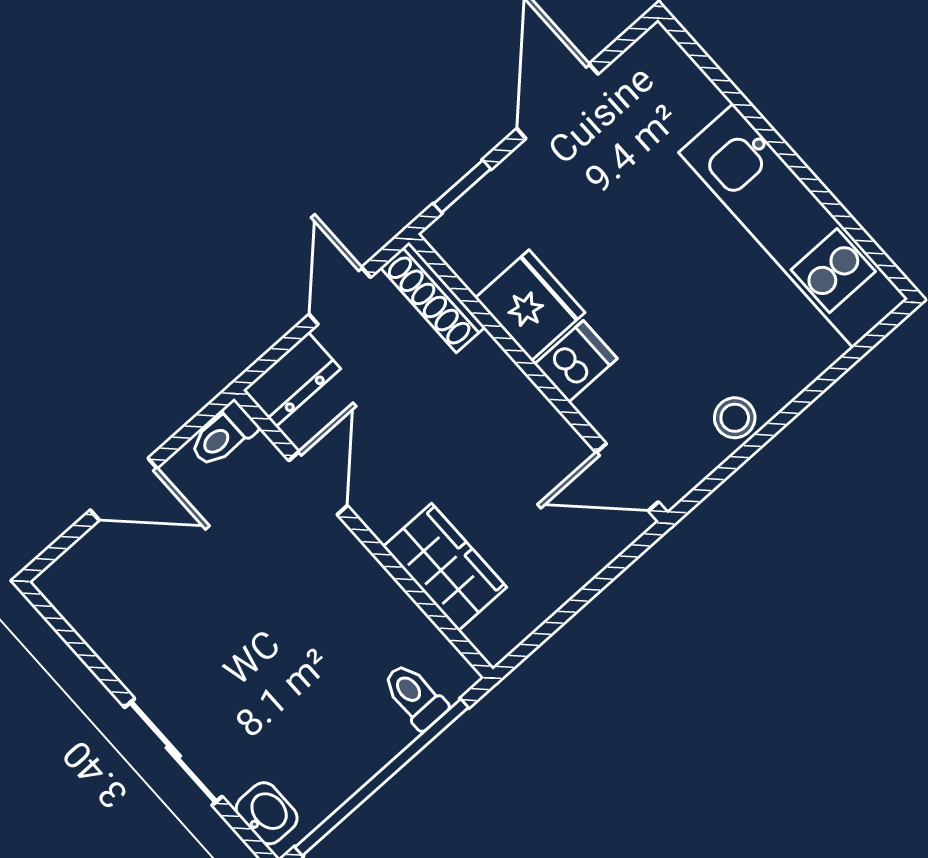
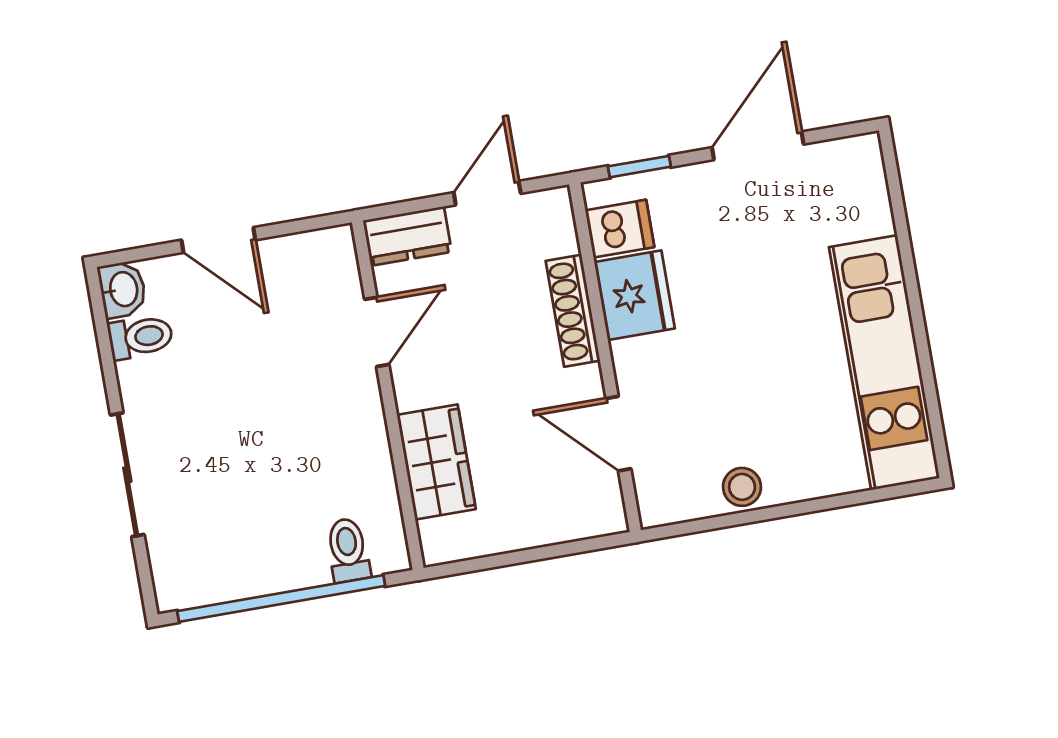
shoe rack: (433, 297) -> (573, 311), moved
dishwasher: (576, 361) -> (620, 229), moved
toilet: (223, 435) -> (140, 337), moved, turned 180
door: (627, 477) -> (618, 434), moved
washbasin: (267, 813) -> (122, 289), moved

